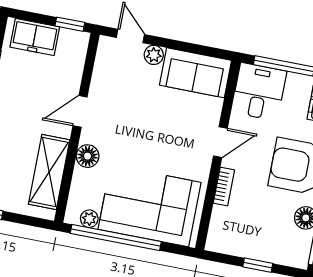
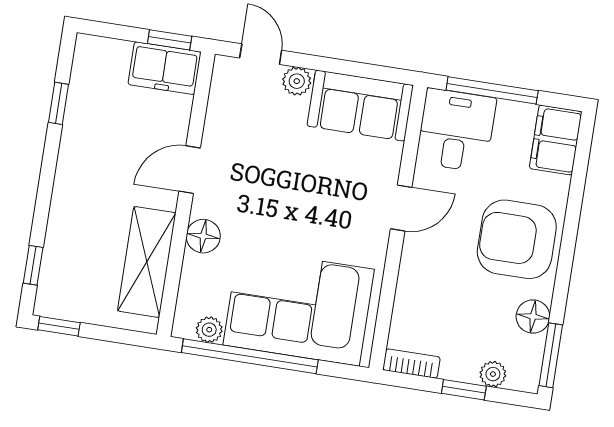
freezer: (35, 37) -> (165, 68), moved
bookcase: (224, 187) -> (411, 364), moved, turned -90
plant: (278, 255) -> (493, 374), added

